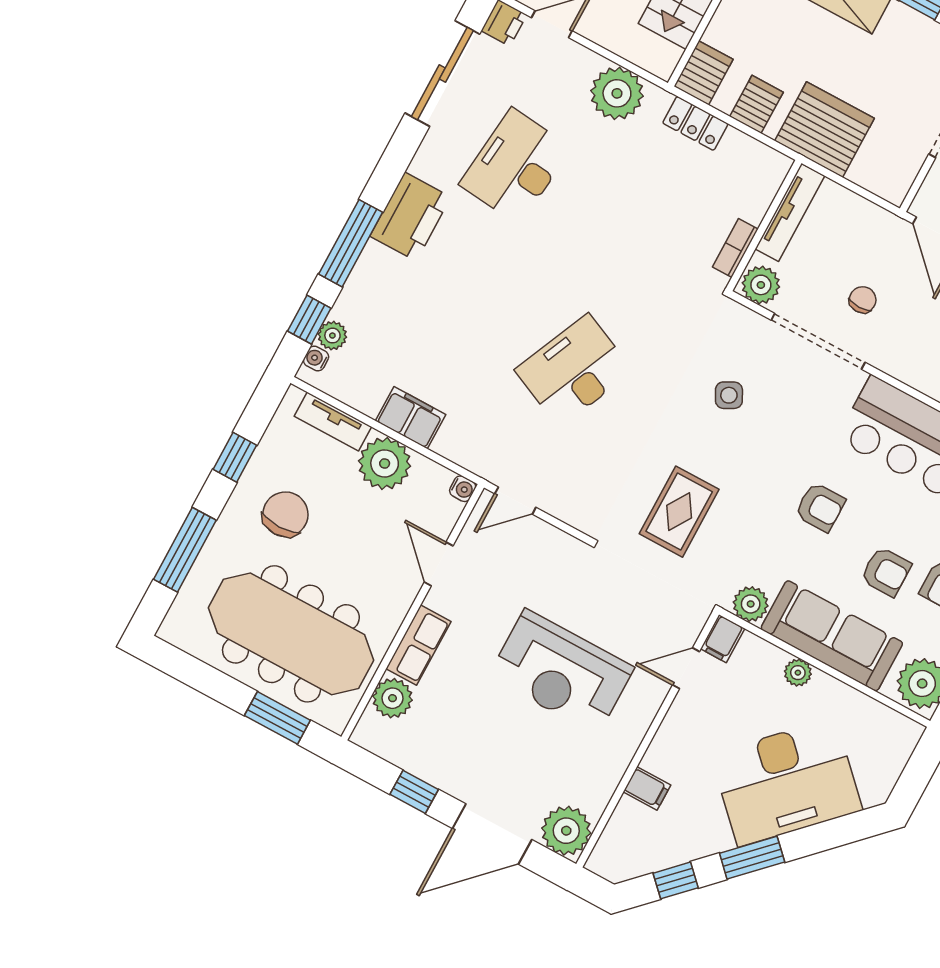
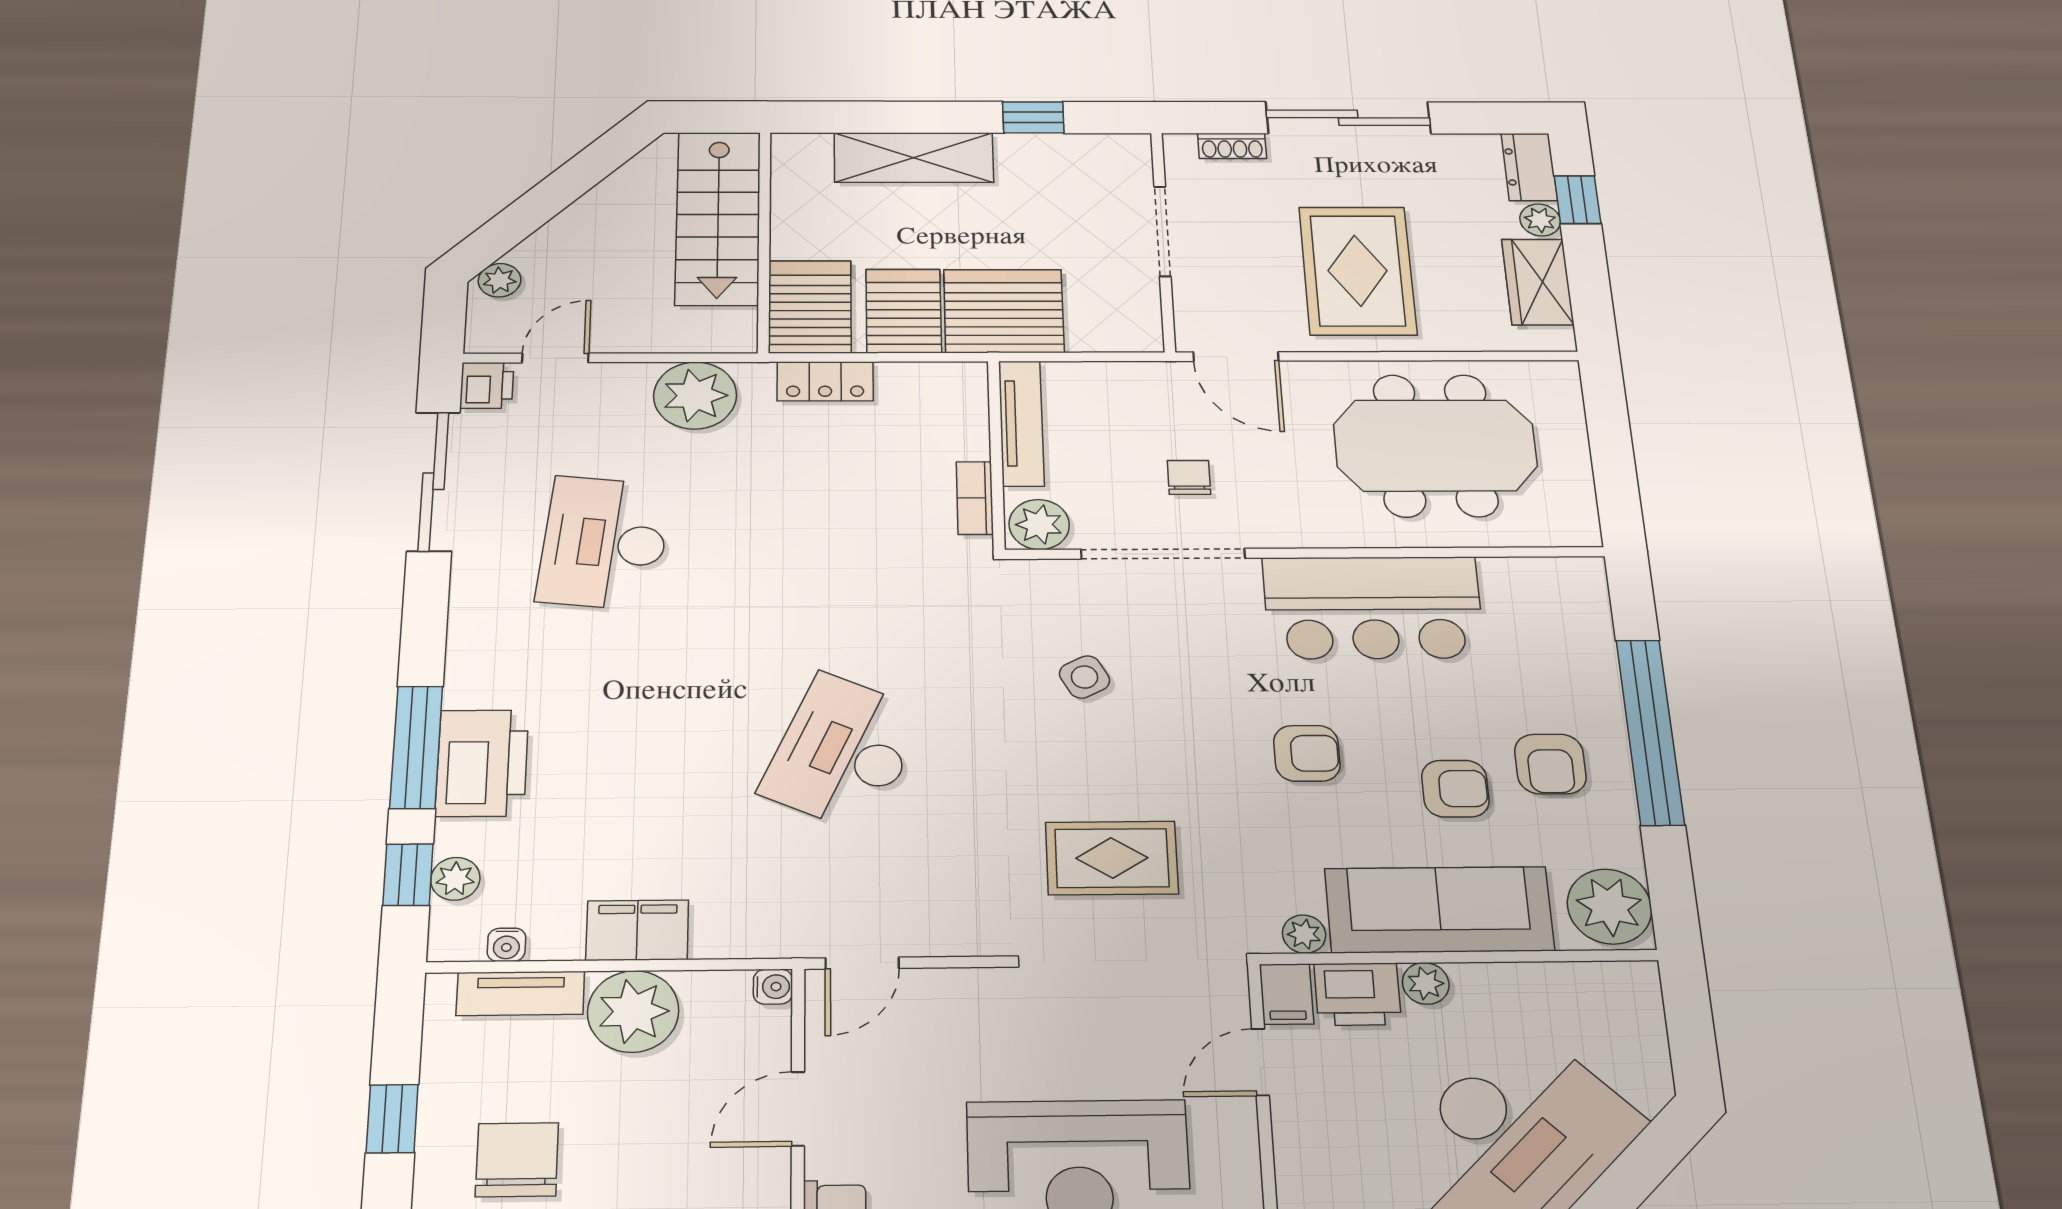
server rack: (703, 73) -> (810, 307), width x1.36, depth x1.44
server rack: (757, 104) -> (904, 311), width x1.36, depth x1.44
printer: (410, 217) -> (482, 763), moved
water cooler: (316, 358) -> (506, 945), moved, turned -90
rug: (679, 512) -> (1112, 858), turned 90
door: (439, 564) -> (798, 1109), hinge flipped
plant: (751, 604) -> (1304, 934), width x0.73, depth x0.73
printer: (759, 659) -> (1358, 994), added

